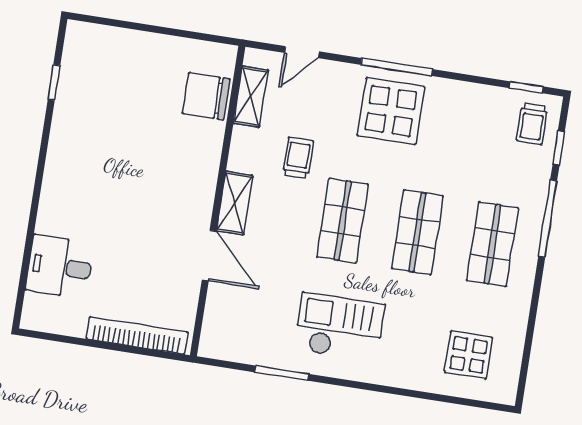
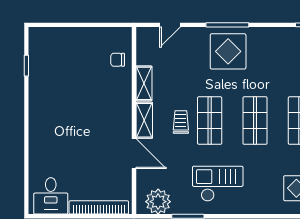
chair: (206, 96) -> (118, 60), width x0.54, depth x0.54
shelving: (251, 97) -> (144, 83), moved
trolley: (298, 158) -> (181, 122), moved
desk: (60, 267) -> (51, 196), moved, turned -90
plant: (236, 341) -> (158, 202), added

